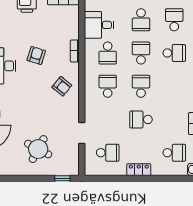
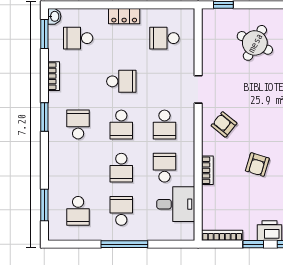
school desk: (174, 53) -> (78, 125), moved, turned 90
doorway: (82, 133) -> (198, 89), moved

